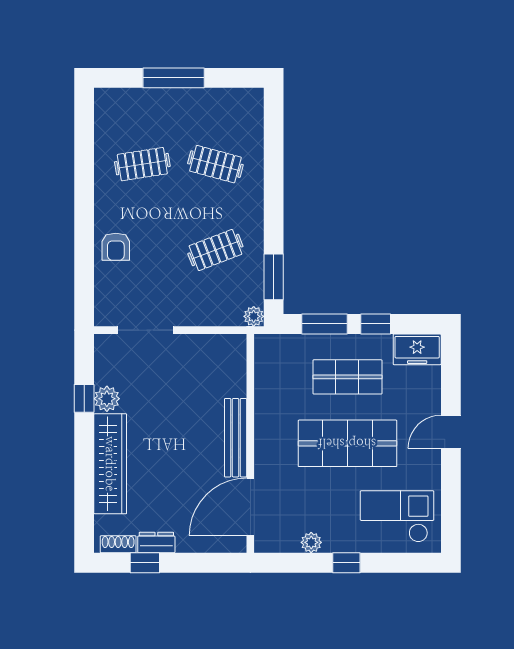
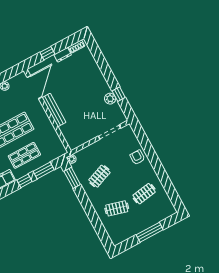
wardrobe: (110, 464) -> (96, 75), removed
window: (145, 563) -> (47, 53), moved

